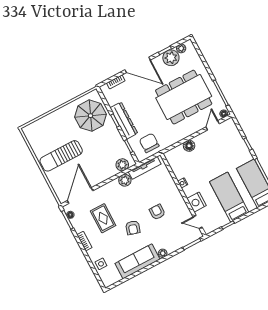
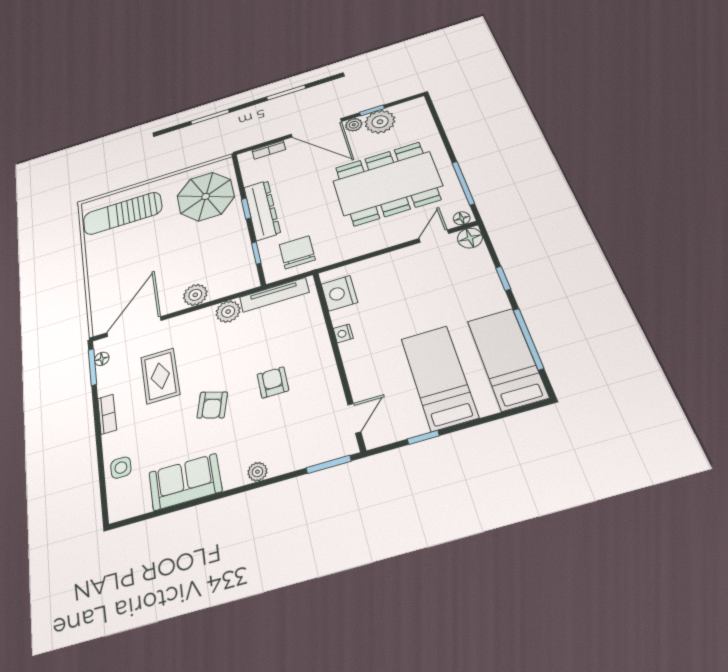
plant: (181, 48) -> (354, 125), moved
floor lamp: (189, 146) -> (470, 238), moved
sun lounger: (61, 156) -> (123, 213), moved
plant: (122, 165) -> (195, 295), moved
nightstand: (197, 202) -> (339, 293), moved
door: (198, 222) -> (354, 418), swing flipped
sofa: (137, 261) -> (185, 482), width x0.73

